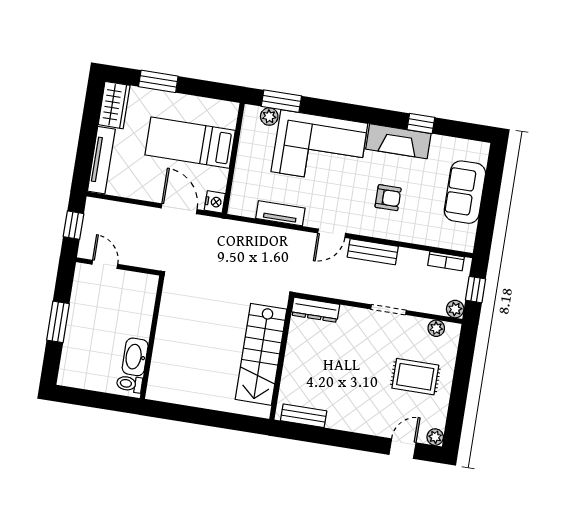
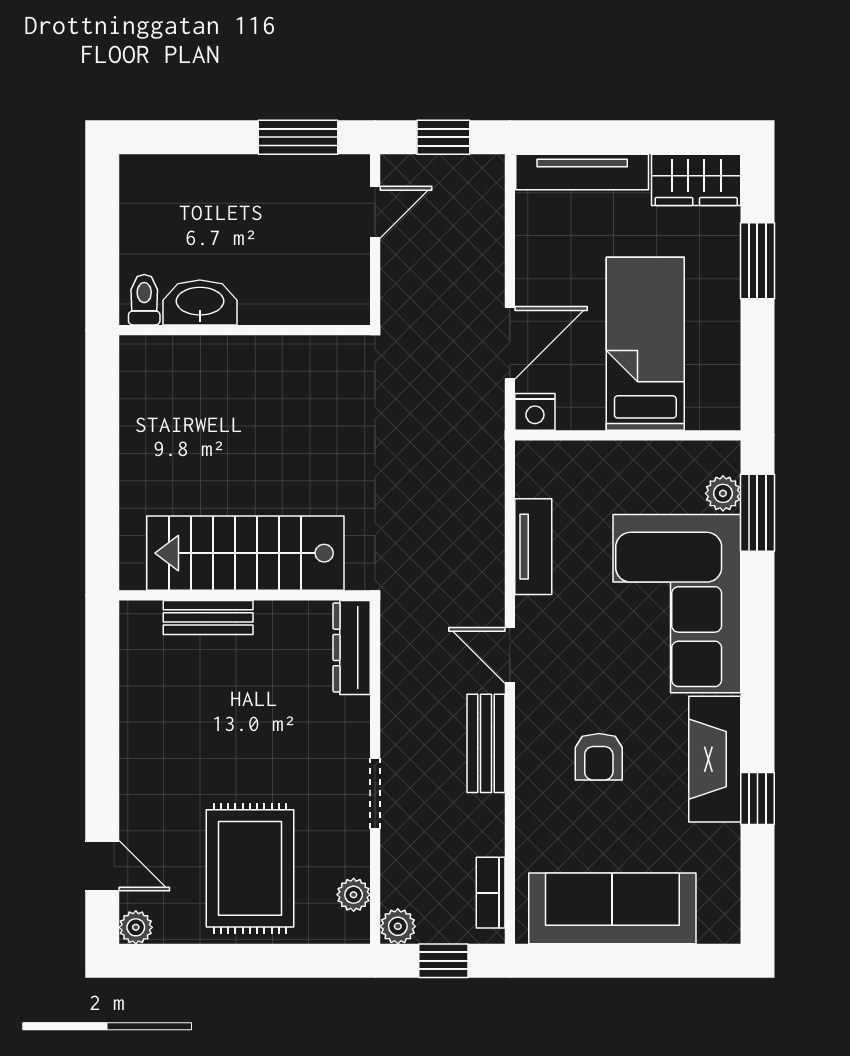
sofa: (465, 192) -> (612, 908), width x1.36
window: (58, 322) -> (298, 137), moved
rug: (415, 377) -> (250, 868), width x1.36, depth x1.43
bench: (304, 416) -> (208, 617), moved, turned 90

